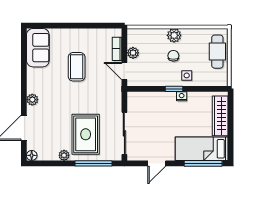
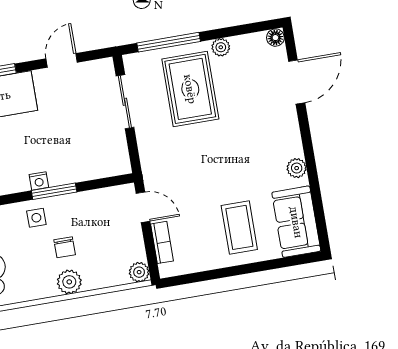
plant: (133, 53) -> (139, 272), moved
coffee table: (77, 67) -> (239, 227), moved
window: (174, 89) -> (54, 191), width x1.50
plant: (32, 100) -> (297, 168), moved
sliding door: (124, 133) -> (125, 102), width x0.73

